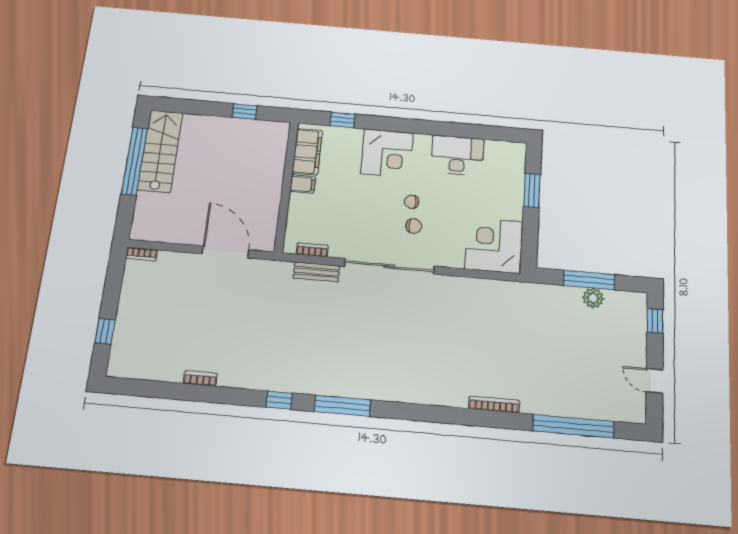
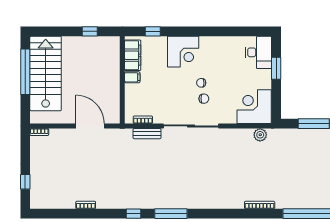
stairs: (160, 151) -> (46, 73), width x1.36, depth x1.51
desk: (457, 155) -> (259, 52), moved, turned 90
plant: (593, 298) -> (260, 135), moved

